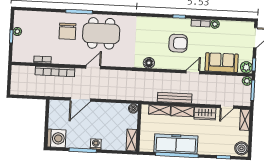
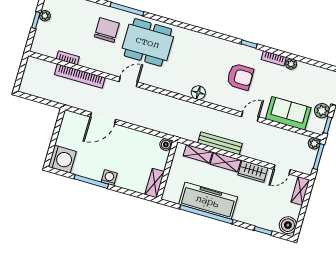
chair: (67, 31) -> (107, 30), turned 180
plant: (246, 67) -> (322, 111), moved

